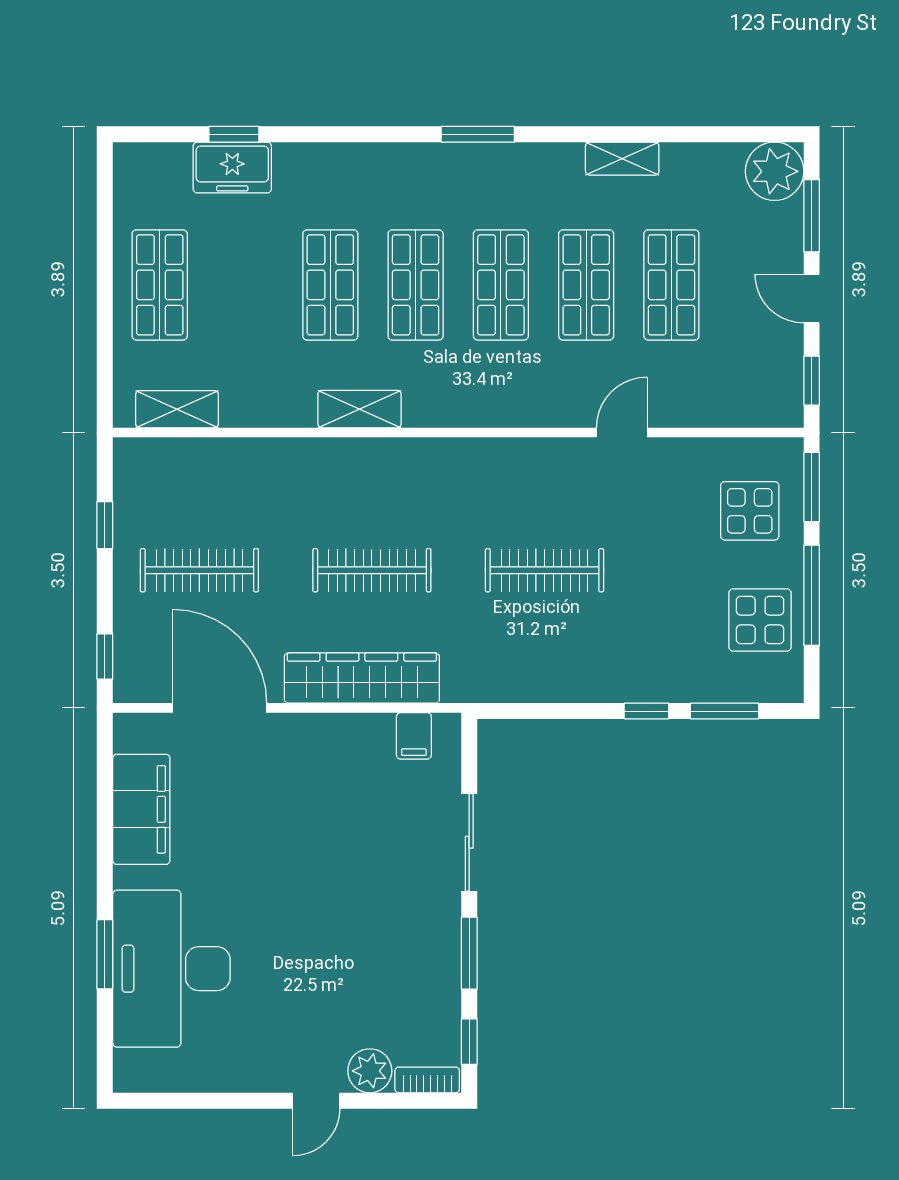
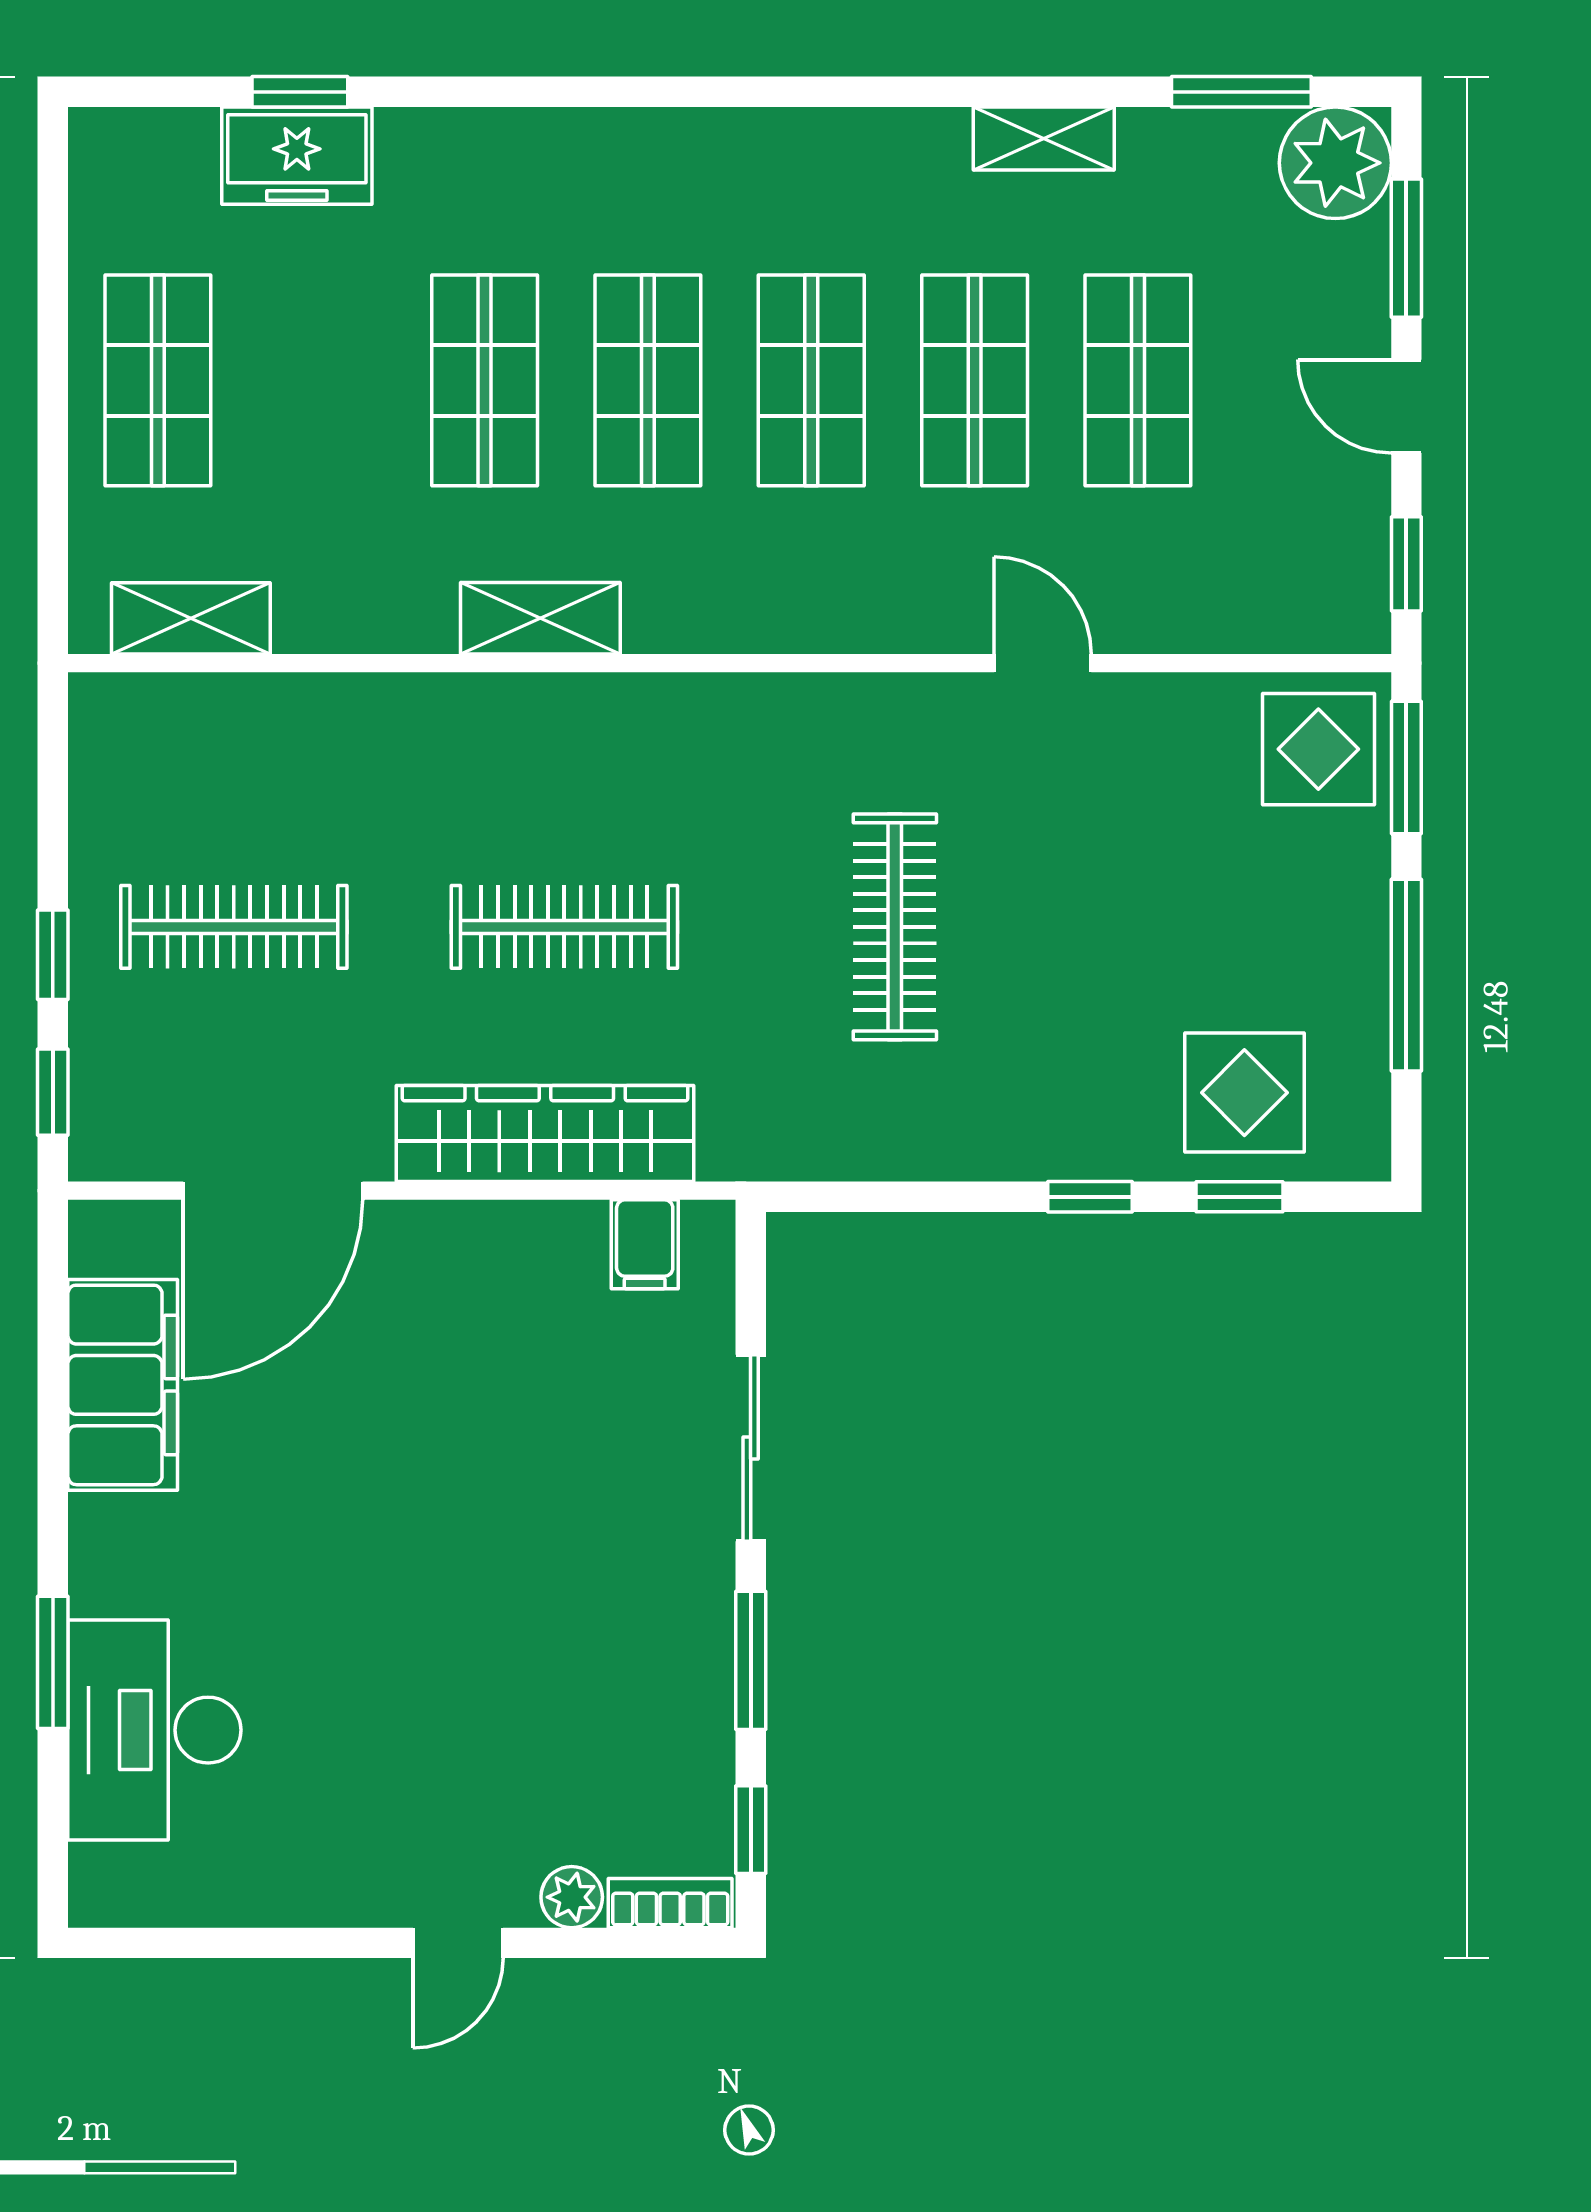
window: (478, 134) -> (1241, 92), moved
door: (622, 432) -> (1043, 663), hinge flipped
display table: (750, 511) -> (1318, 749), moved
window: (105, 525) -> (53, 955), moved
clothes rail: (545, 570) -> (895, 927), turned 90
display table: (760, 620) -> (1244, 1093), moved
door: (220, 708) -> (273, 1191), swing flipped
window: (724, 711) -> (1240, 1197), width x0.67
desk: (171, 969) -> (154, 1730), width x0.73, depth x0.77
plant: (370, 1071) -> (572, 1897), width x0.73, depth x0.73

